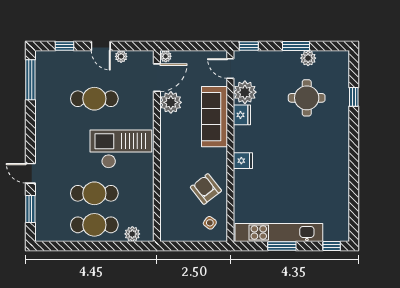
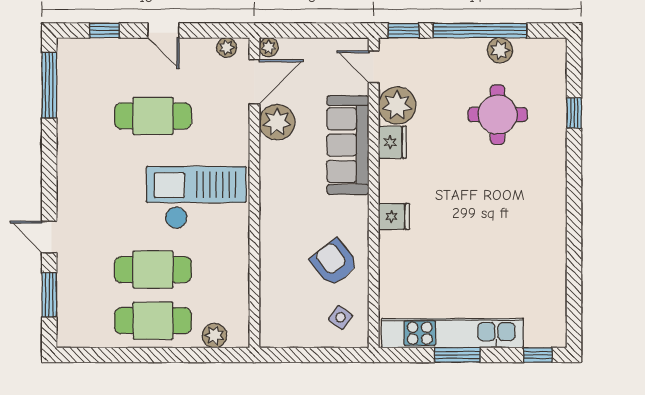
window: (296, 46) -> (480, 30), width x2.11
plant: (121, 56) -> (227, 47), moved

